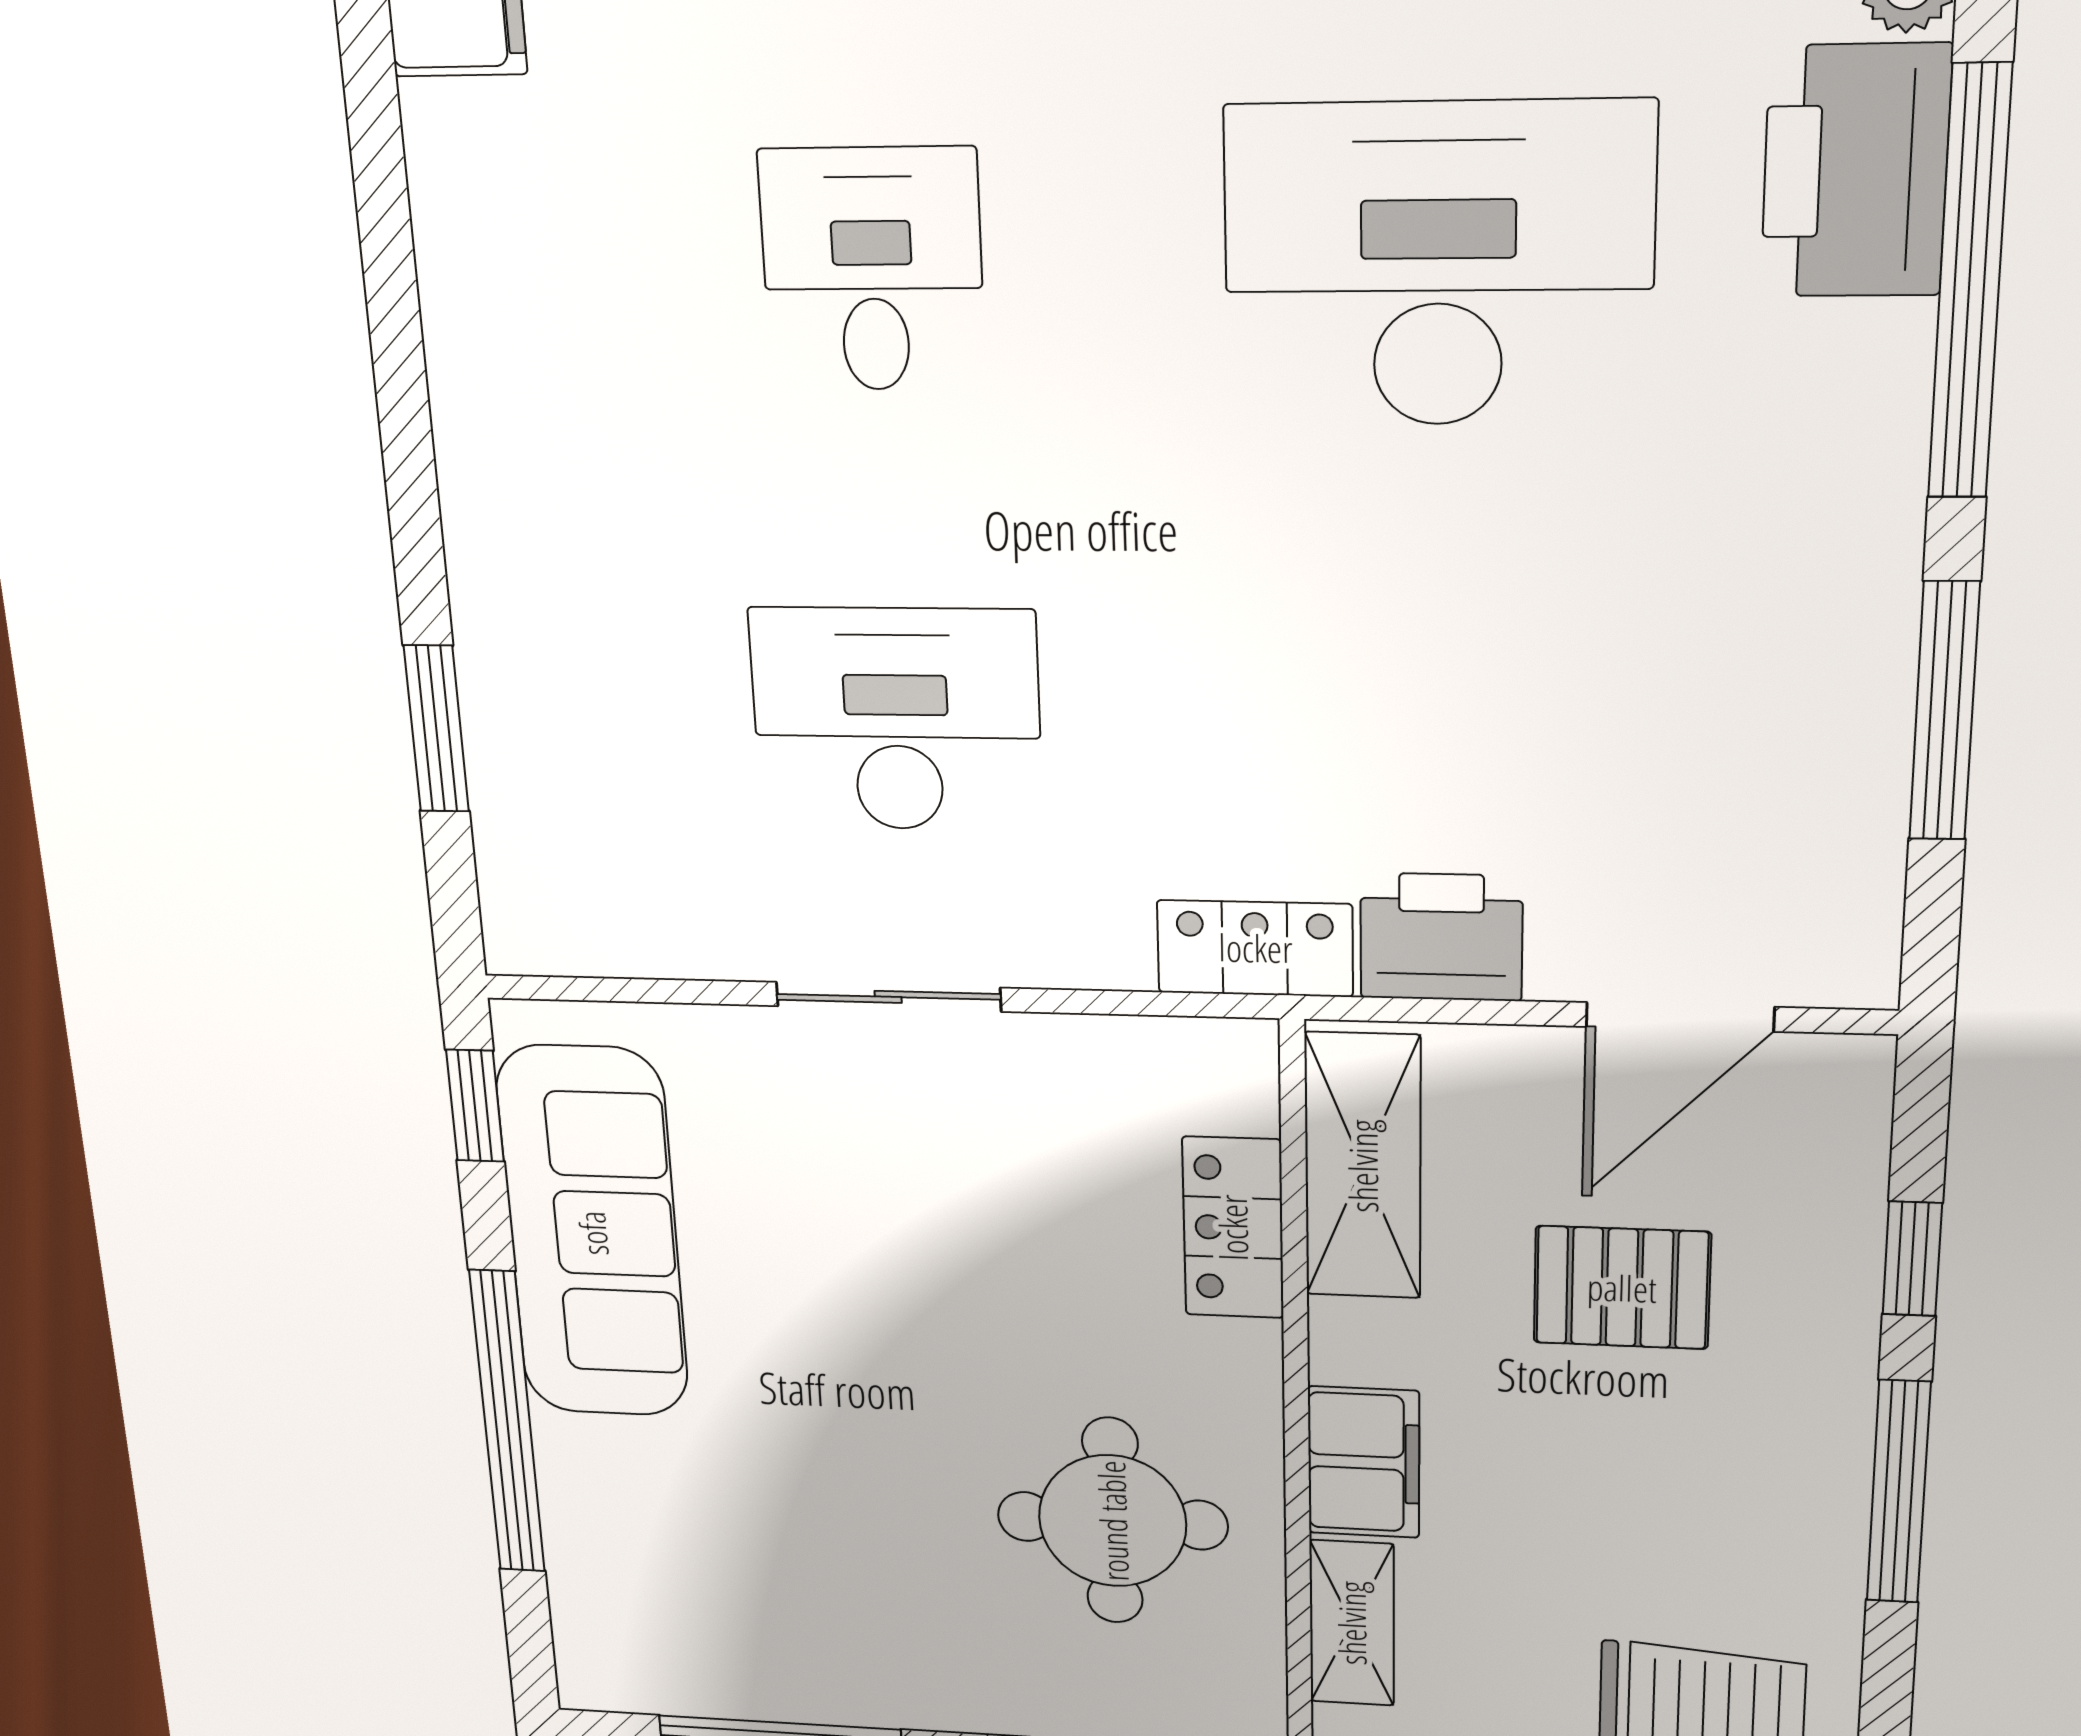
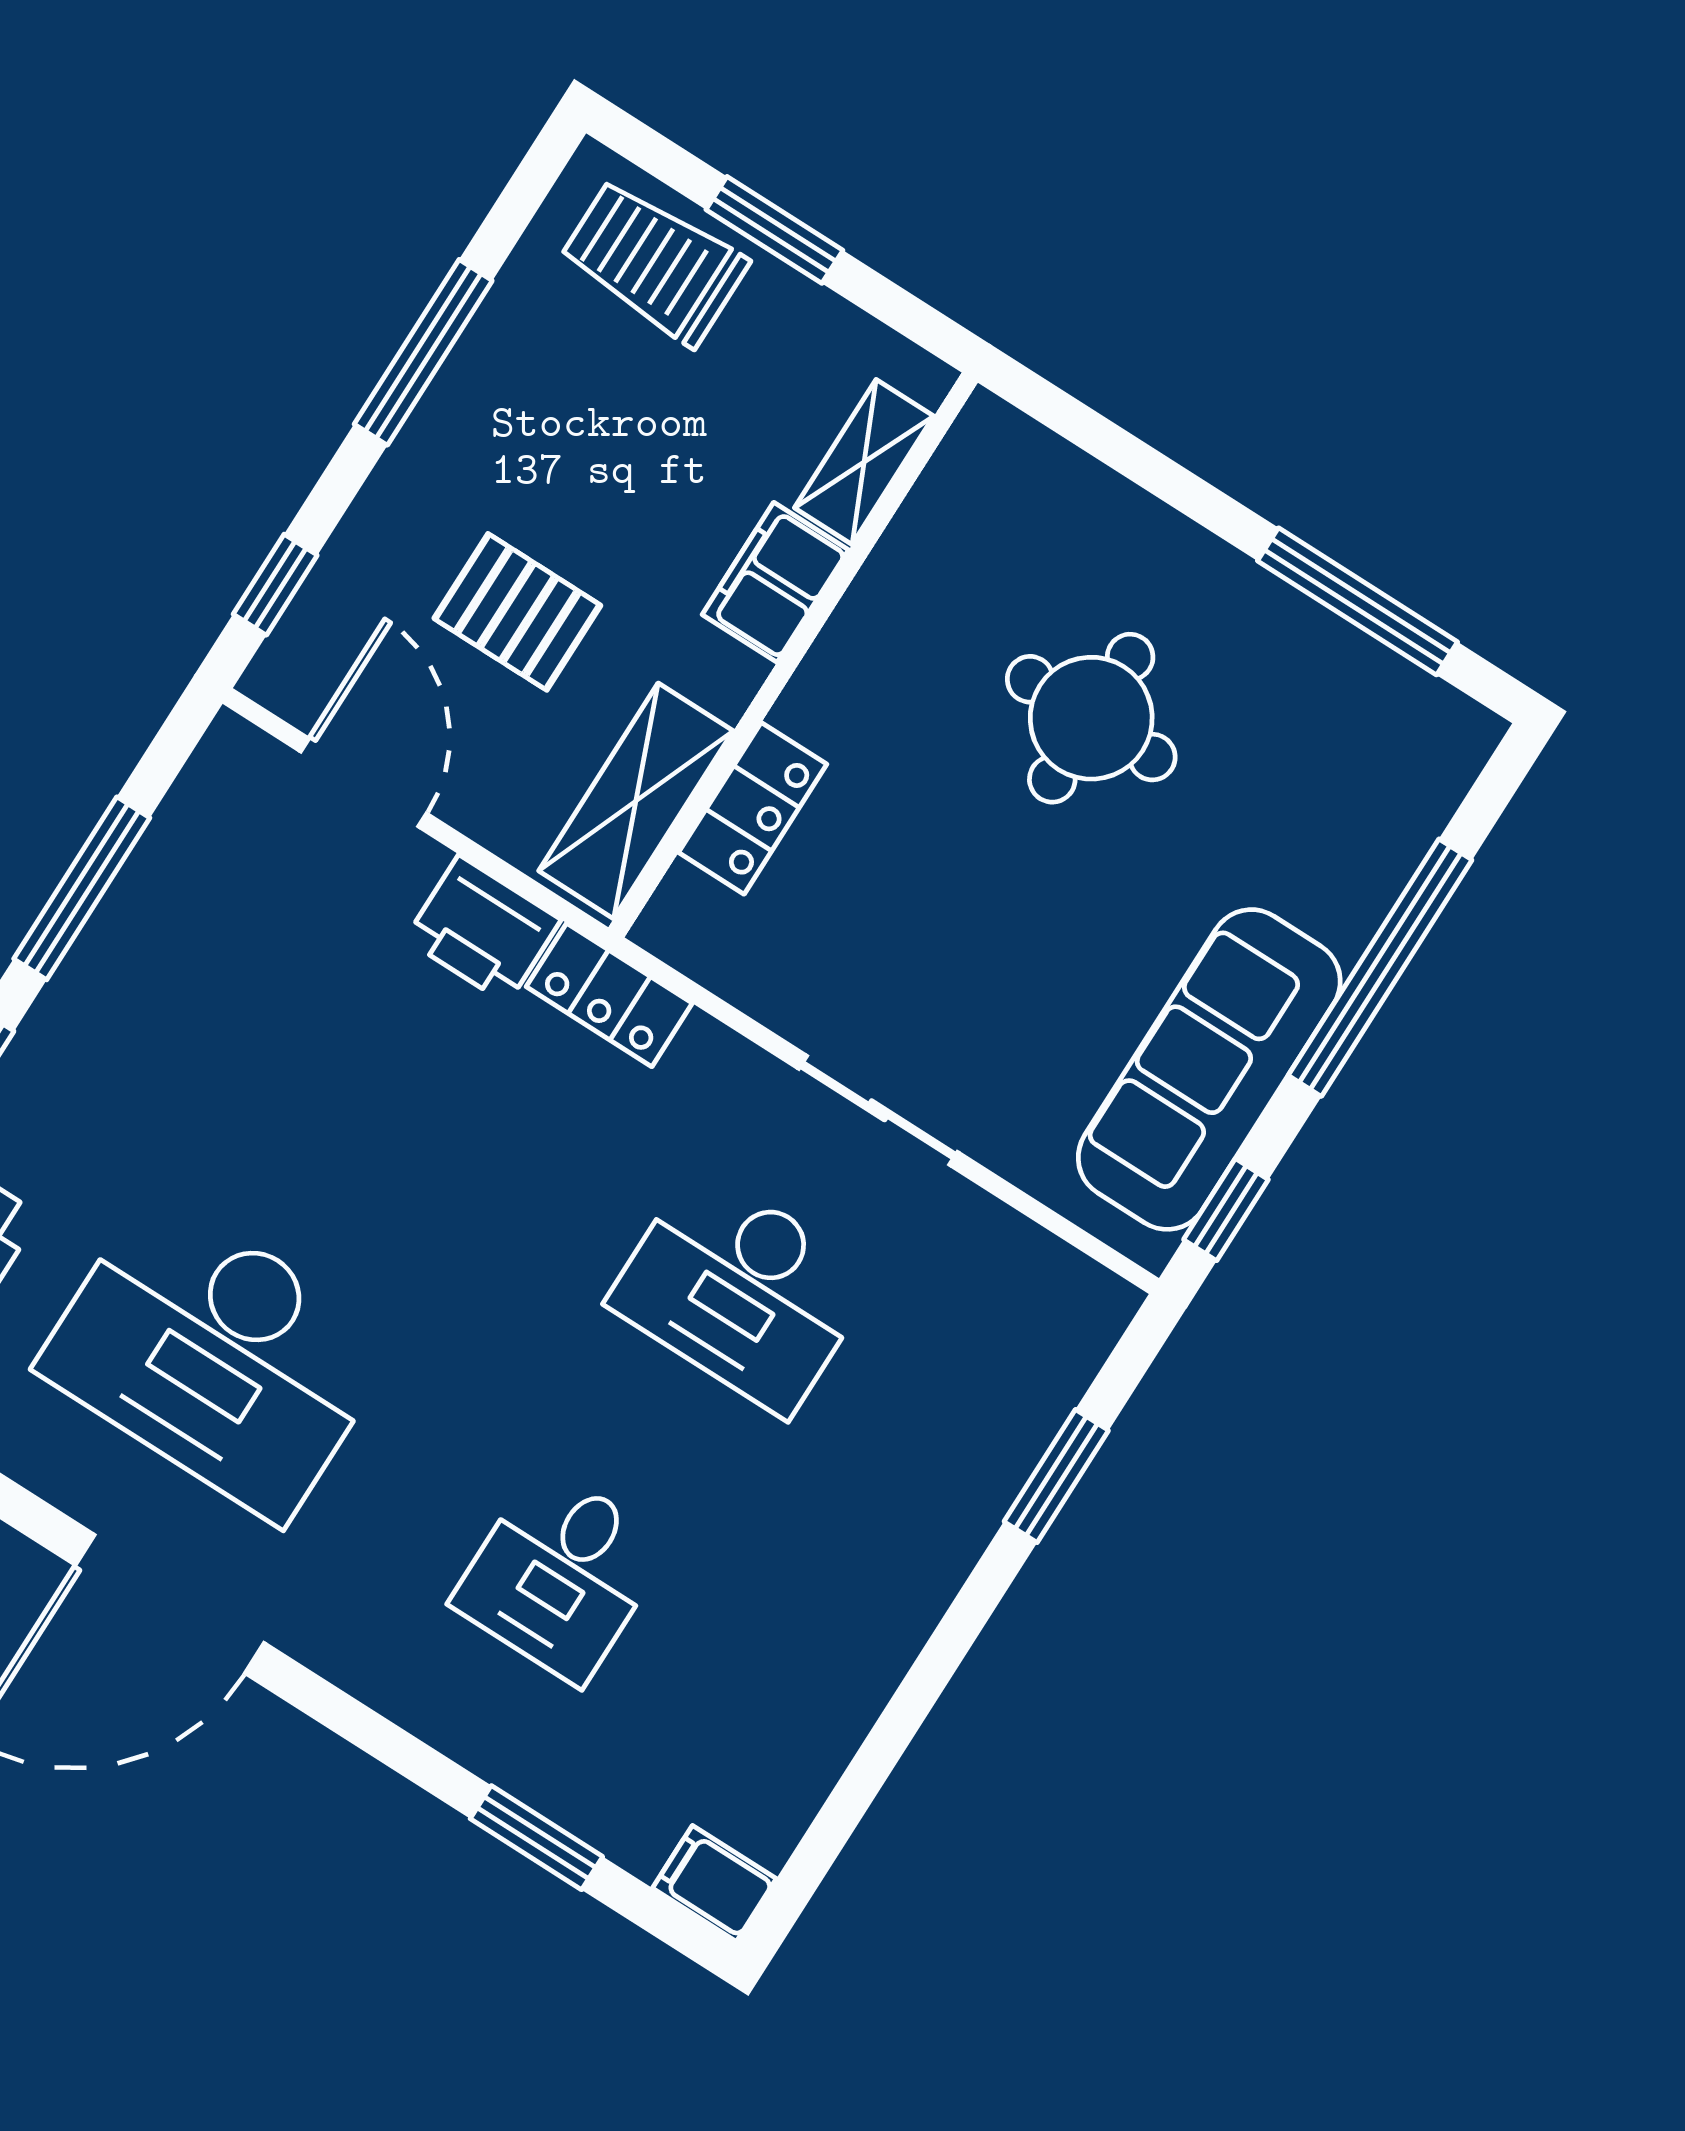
door: (1680, 1017) -> (364, 783), hinge flipped
window: (1912, 1259) -> (275, 585), moved
round table: (1113, 1521) -> (1091, 718), moved

